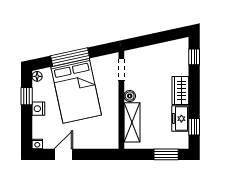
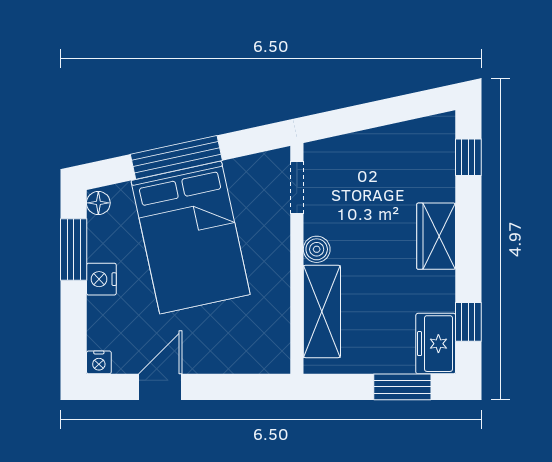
window: (27, 96) -> (74, 250), width x1.50
freezer: (180, 119) -> (436, 344), moved

